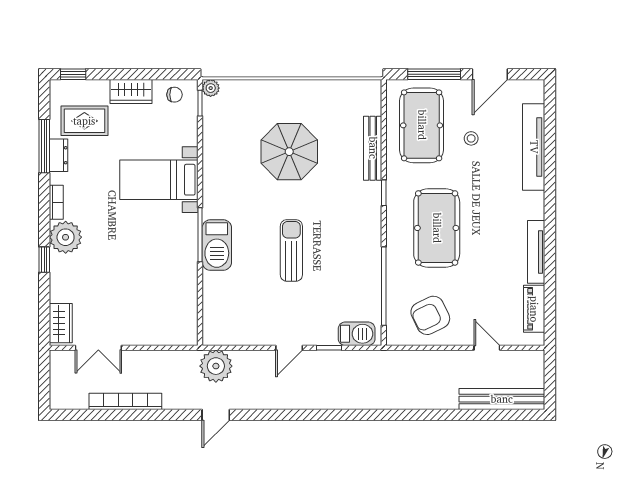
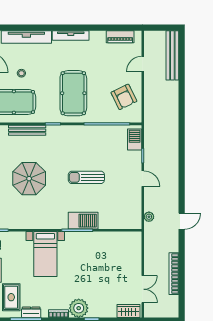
pool table: (437, 228) -> (73, 93), turned 90
tv unit: (536, 252) -> (71, 36), moved
plant: (216, 366) -> (149, 217), width x0.53, depth x0.53
door: (216, 415) -> (182, 221), hinge flipped

